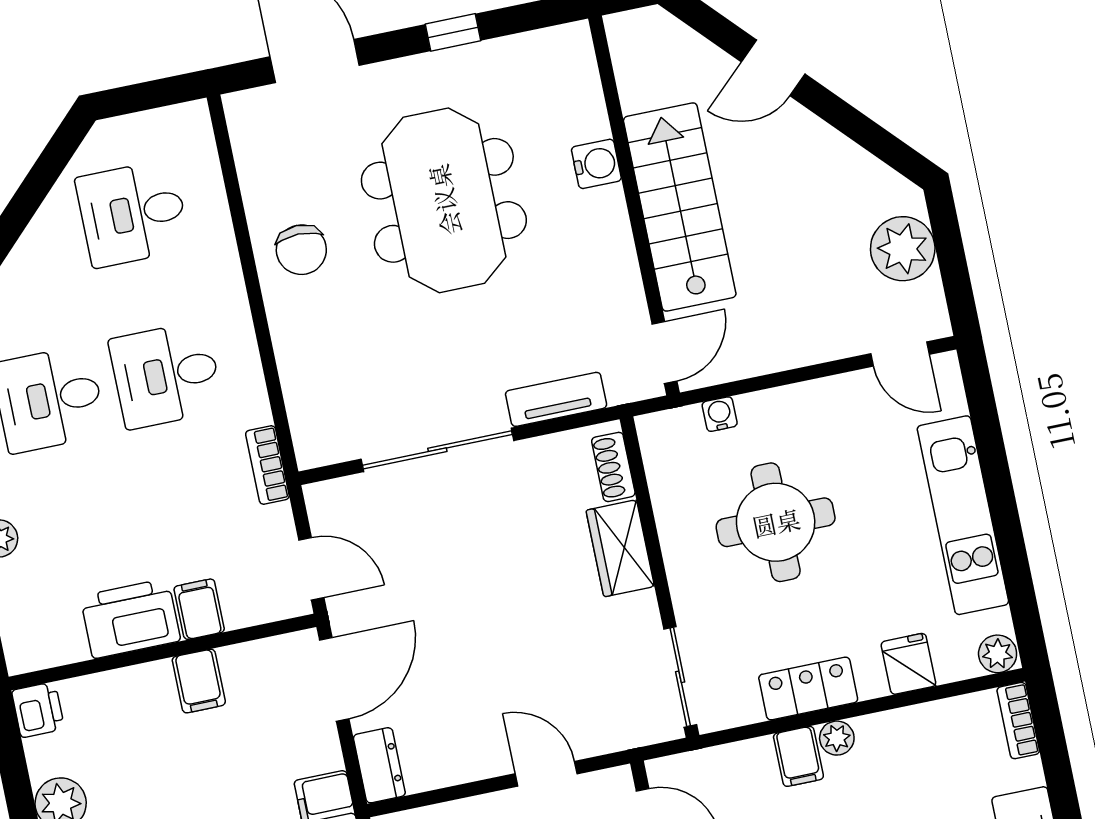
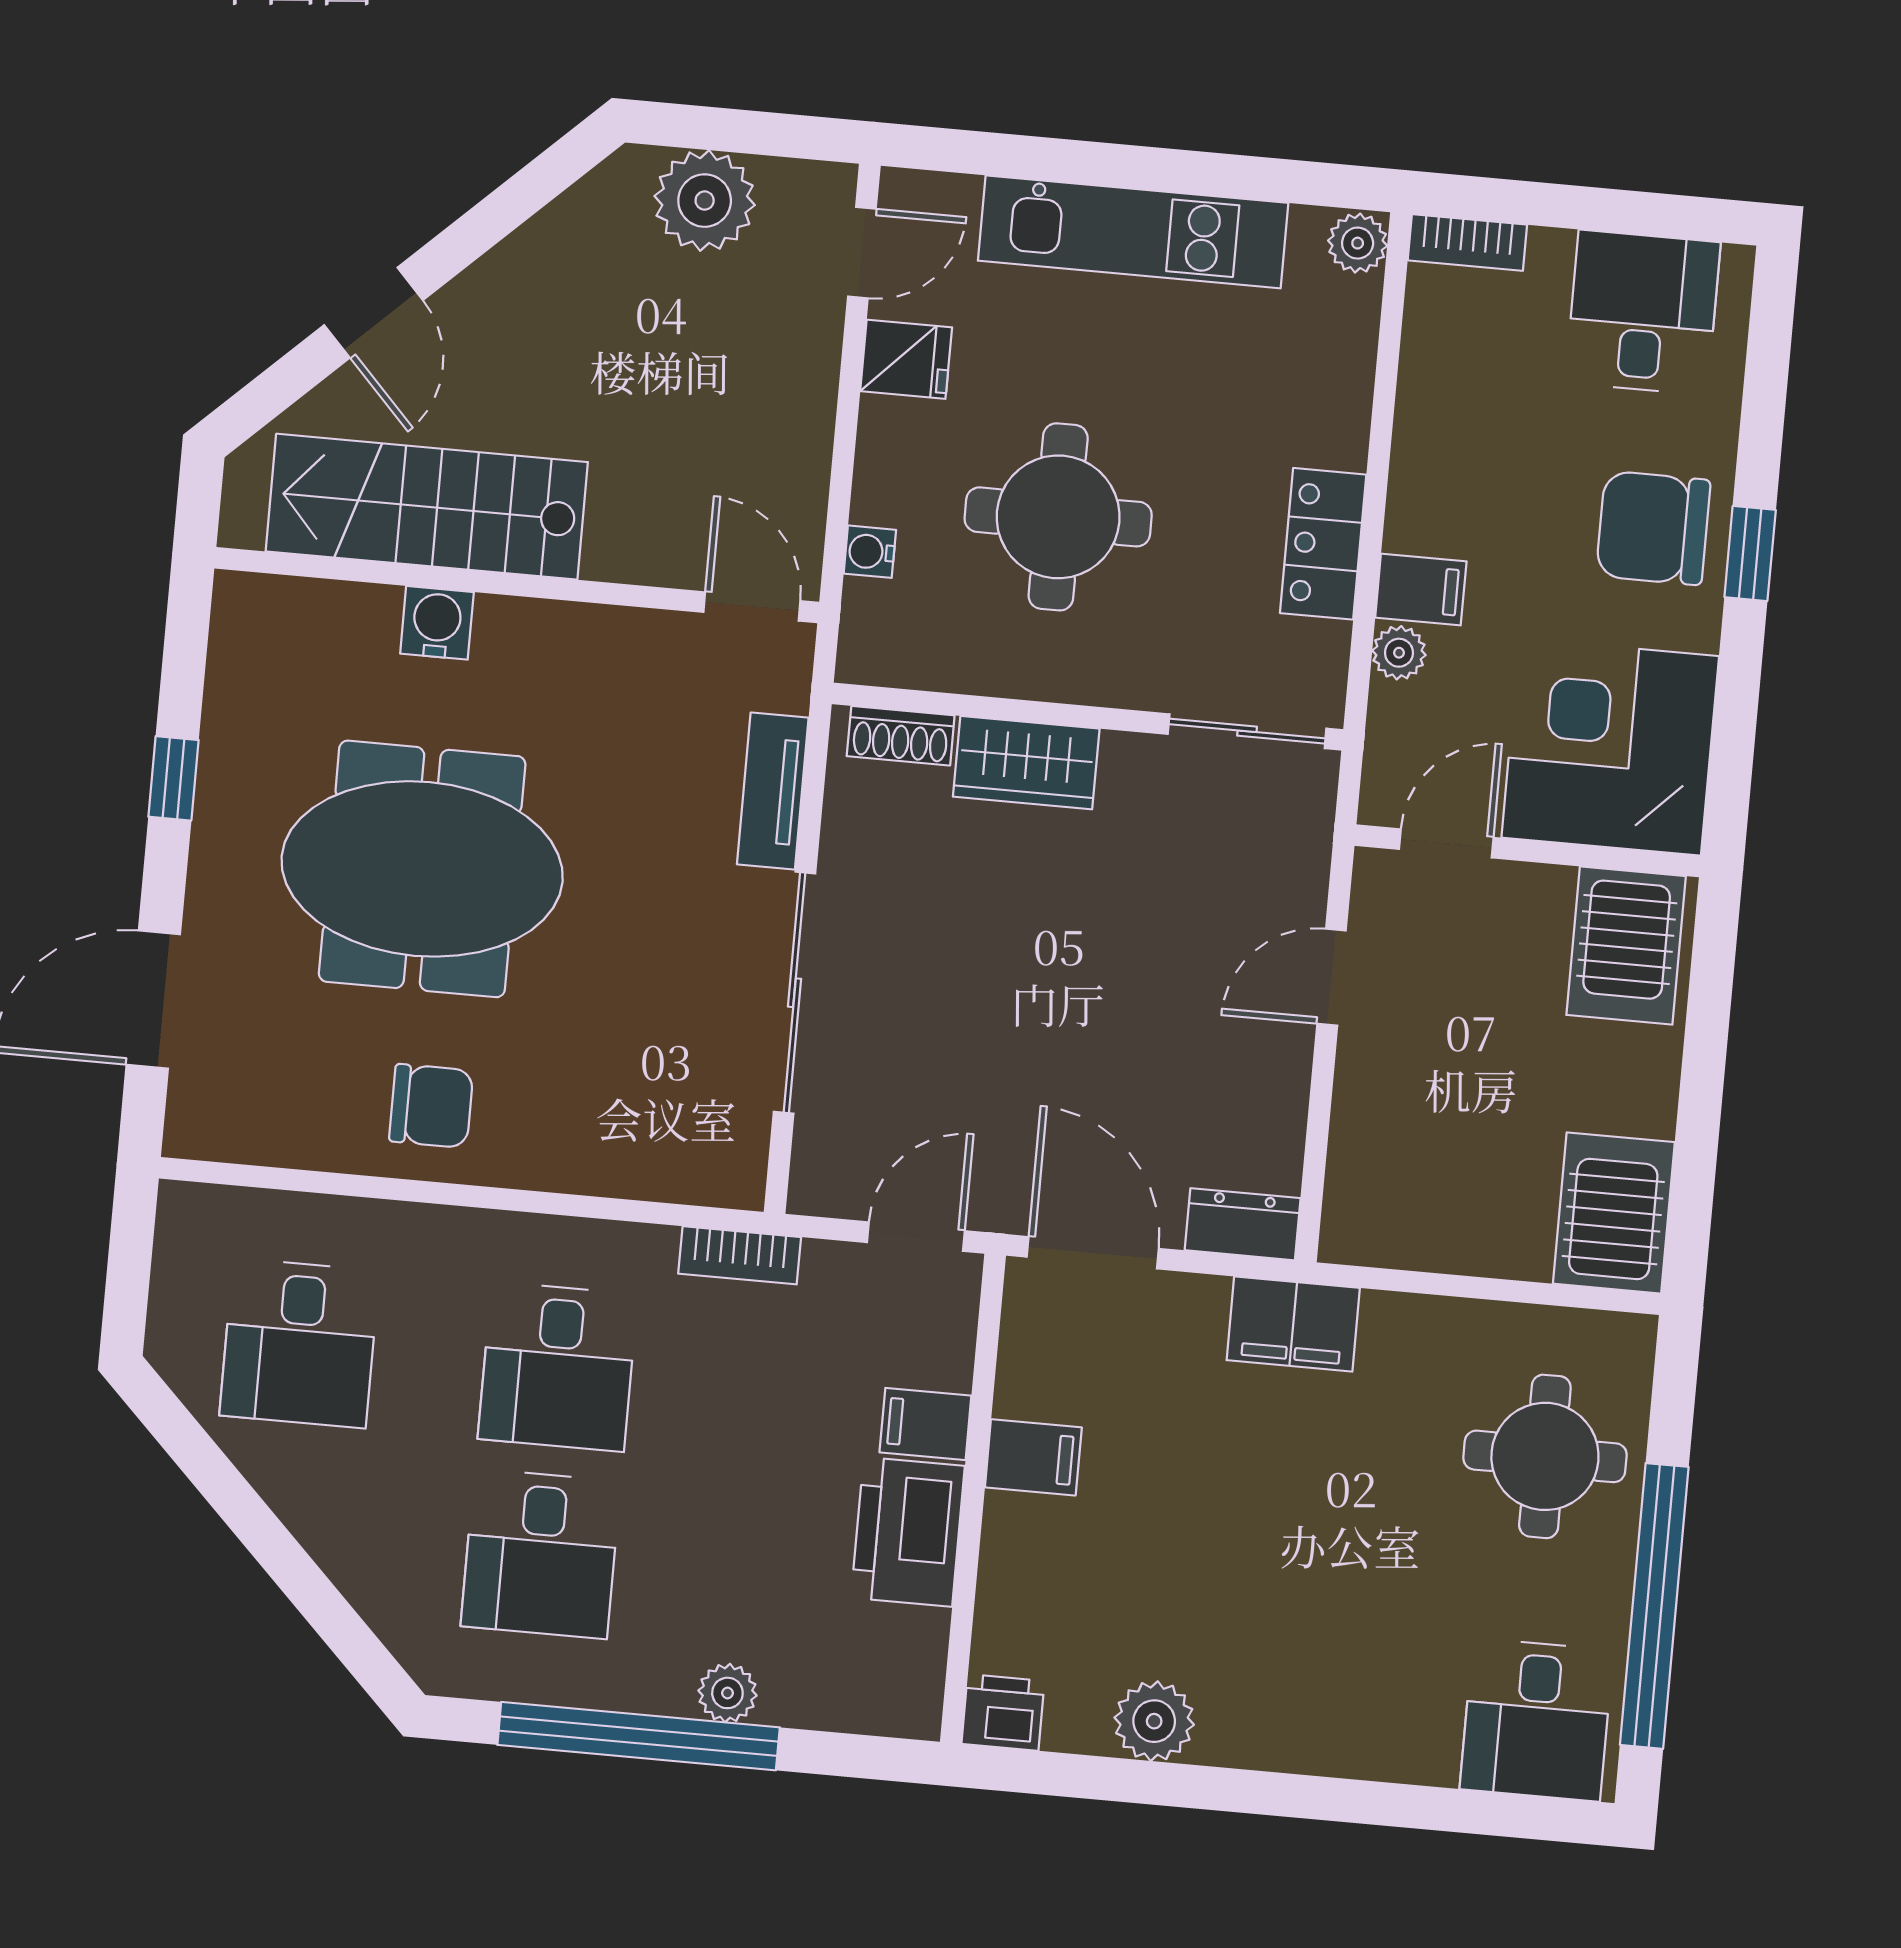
stairs: (680, 207) -> (427, 507), moved
fridge: (908, 664) -> (906, 359), moved, turned 180
plant: (837, 738) -> (1399, 653), moved

